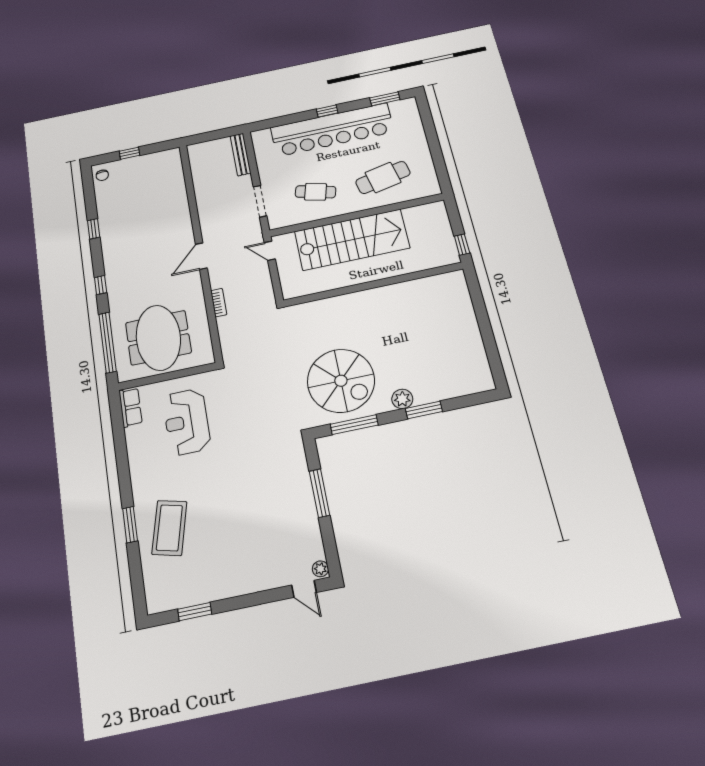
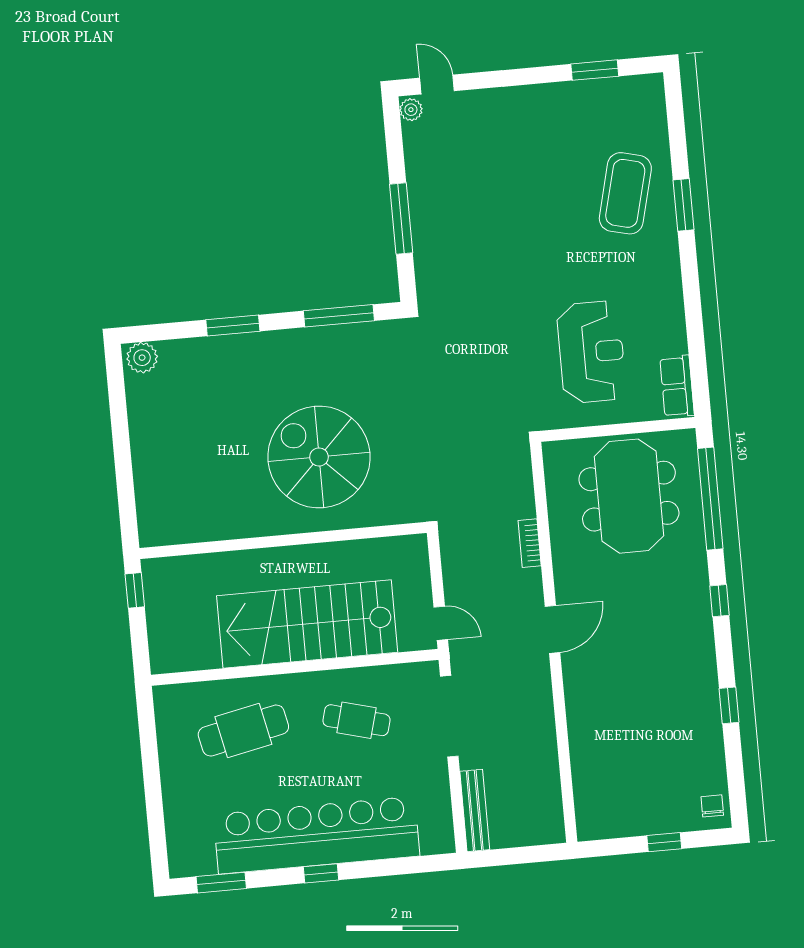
doorway: (260, 201) -> (449, 716), width x1.36
spiral stairs: (341, 381) -> (319, 457), moved
plant: (402, 399) -> (142, 358), moved

